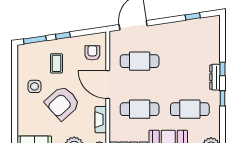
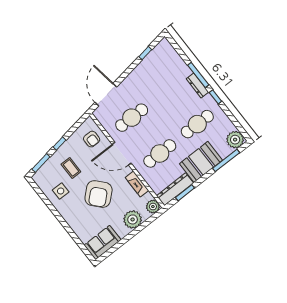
armchair: (92, 53) -> (92, 139), turned 180
window: (223, 69) -> (198, 75), width x2.17
side table: (34, 86) -> (61, 191), moved

